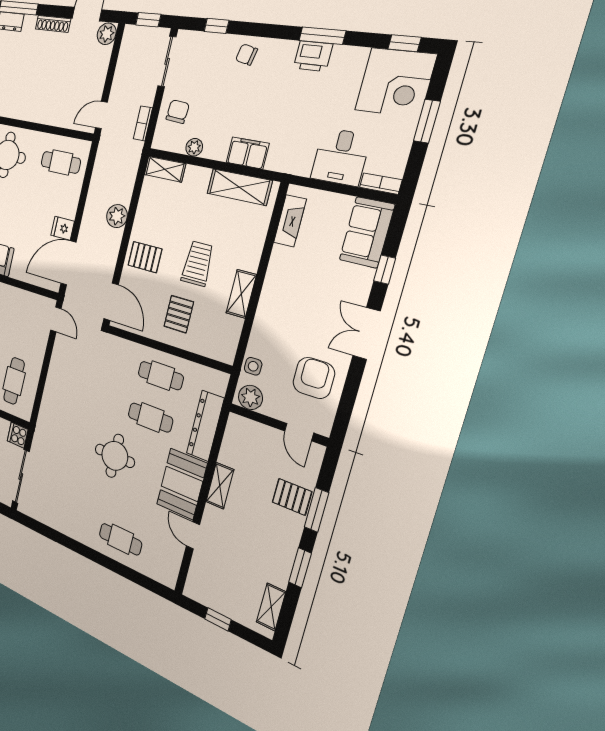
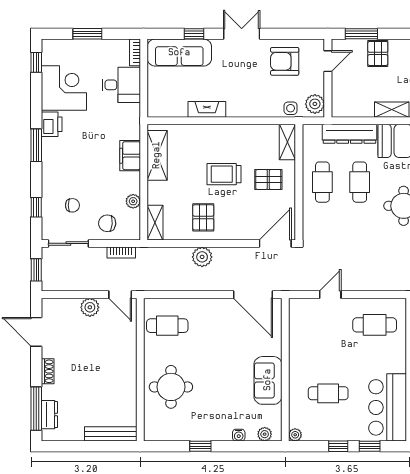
shoe rack: (53, 24) -> (48, 371), width x0.70
plant: (107, 34) -> (90, 307), moved
window: (322, 36) -> (36, 145), moved
chair: (246, 55) -> (72, 205), moved, turned -102
corner desk: (395, 83) -> (64, 88), moved
cafe table: (61, 162) -> (167, 326), turned 90
fireplace: (290, 221) -> (207, 109), moved
fridge: (63, 228) -> (224, 309), removed
sofa: (367, 232) -> (179, 53), width x1.36
pallet: (145, 257) -> (203, 217), moved
shelving: (241, 294) -> (287, 142), moved, turned 90
door: (56, 319) -> (330, 295), moved
double door: (367, 333) -> (242, 34), swing flipped
window: (316, 510) -> (361, 34), moved

